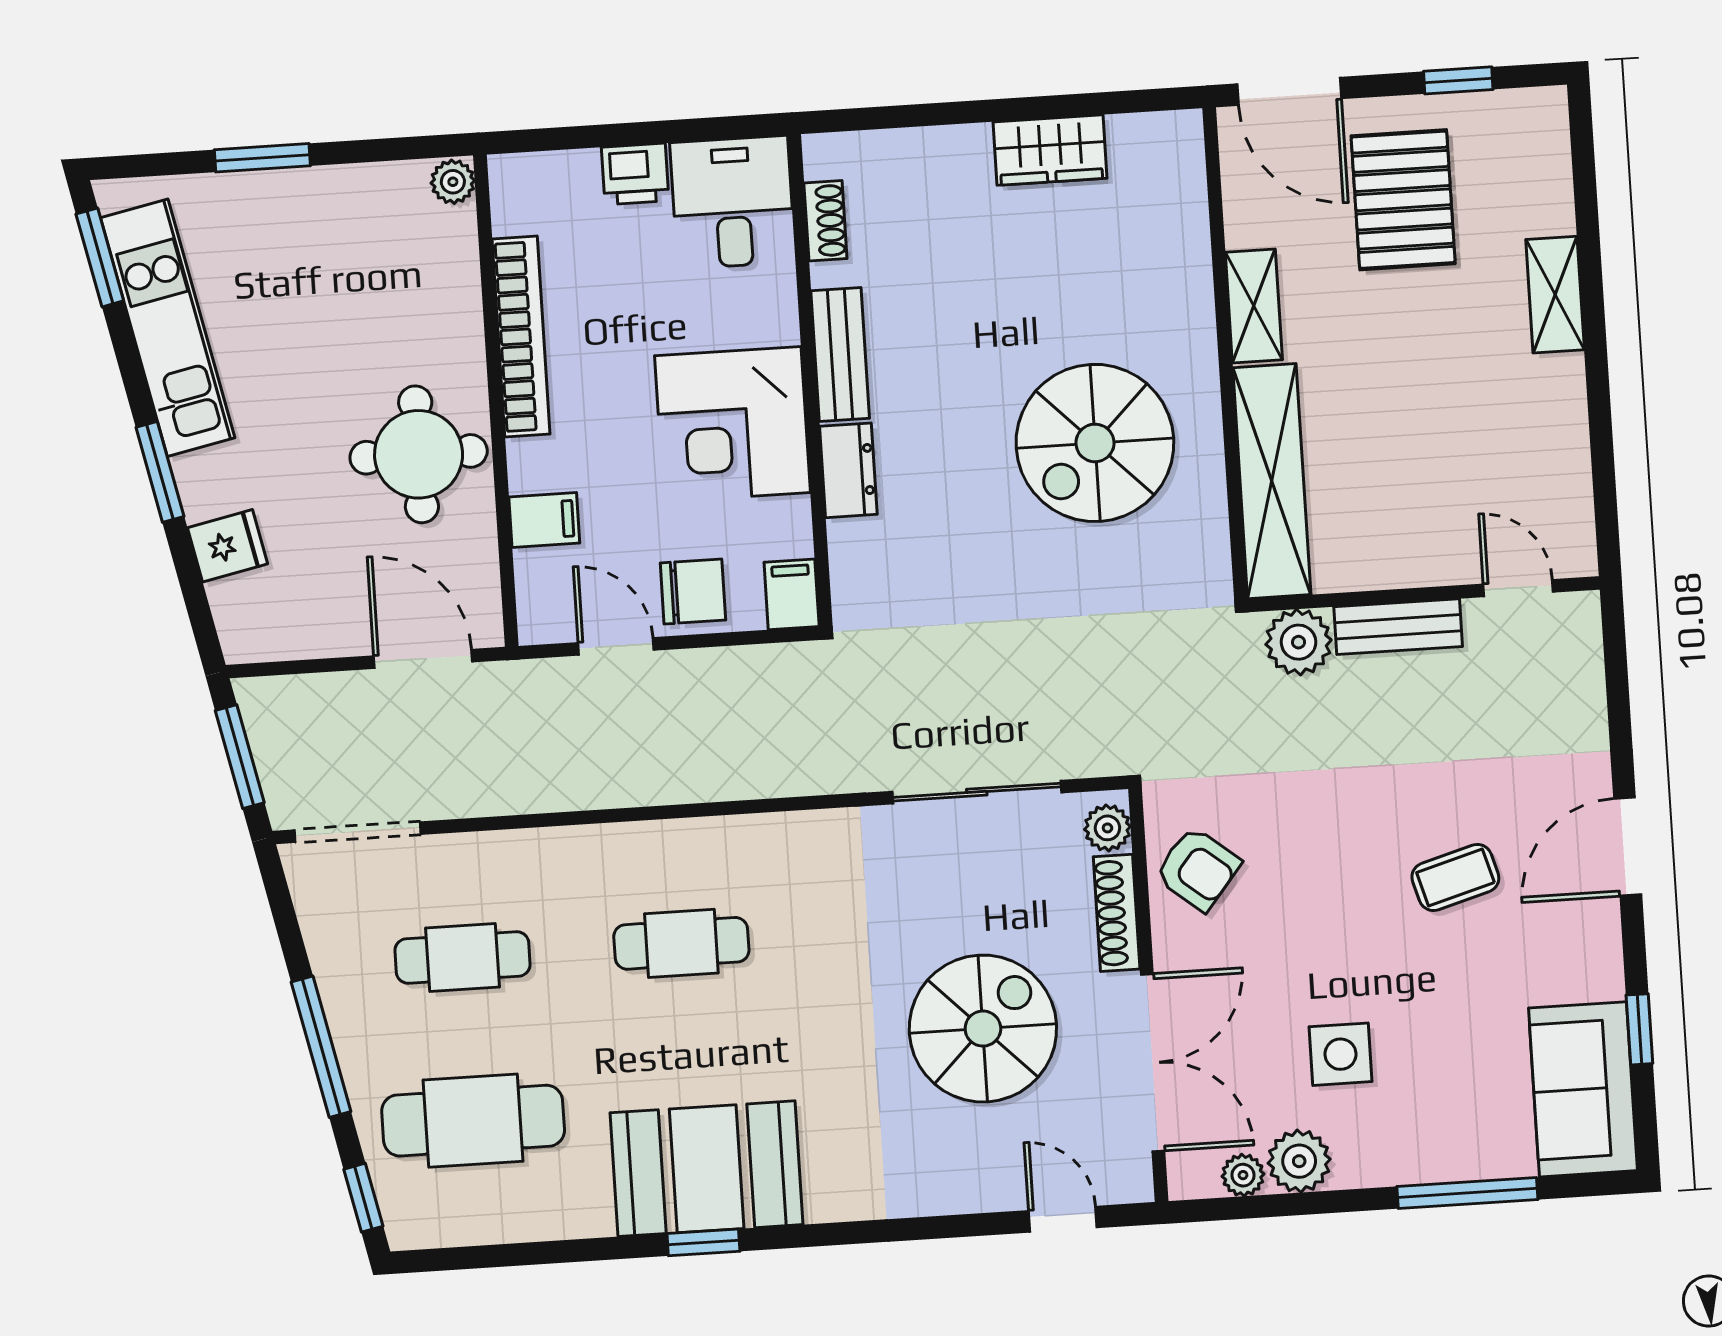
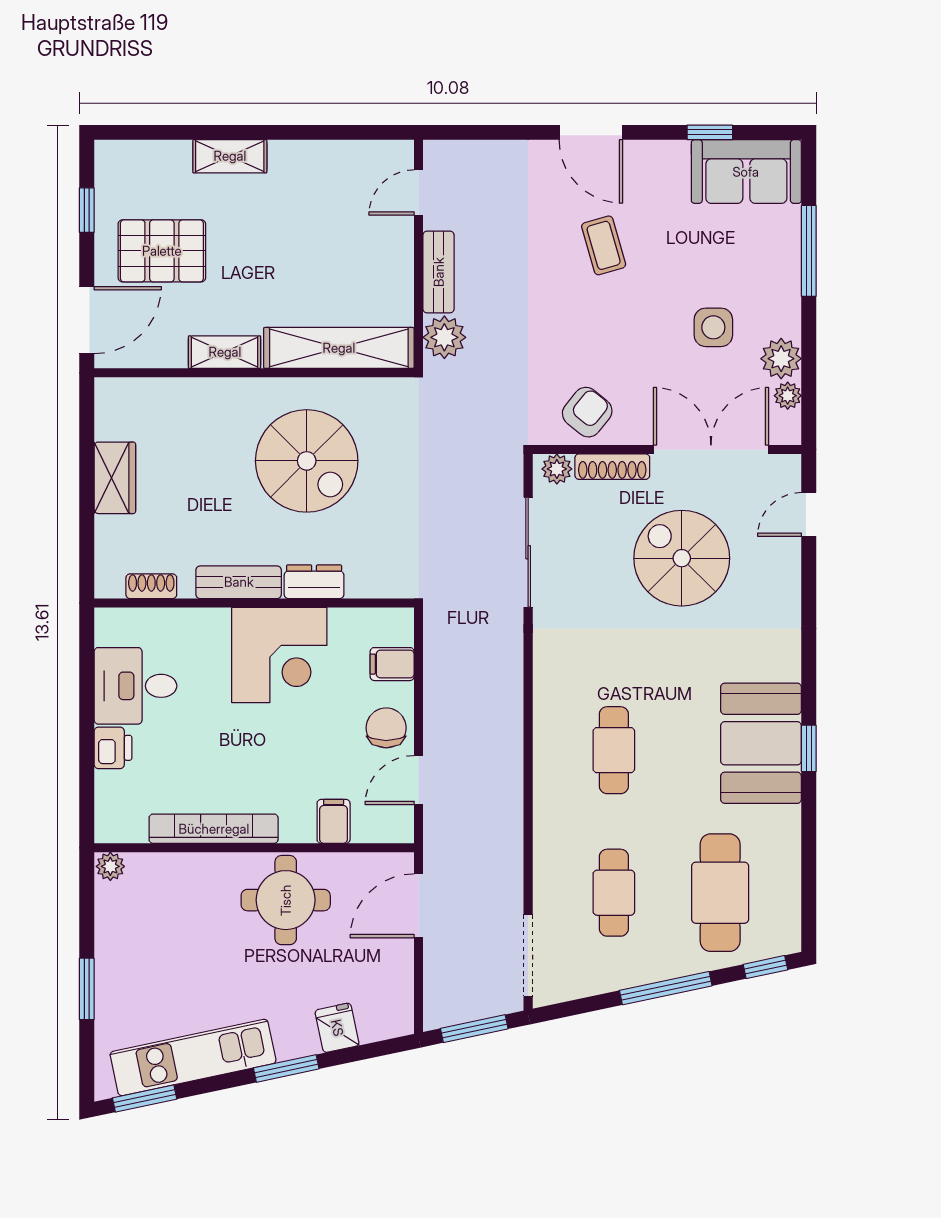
shoe rack: (825, 221) -> (151, 586), moved
bench: (840, 354) -> (239, 582), moved
wall: (810, 380) -> (254, 603), moved
corner desk: (733, 424) -> (279, 655), moved
dresser: (848, 470) -> (314, 582), moved

